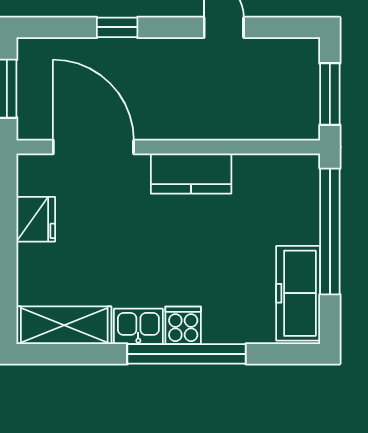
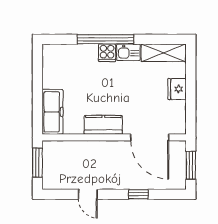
fridge: (36, 219) -> (177, 89), moved
window: (330, 231) -> (37, 97), removed
freezer: (298, 293) -> (52, 112), moved

